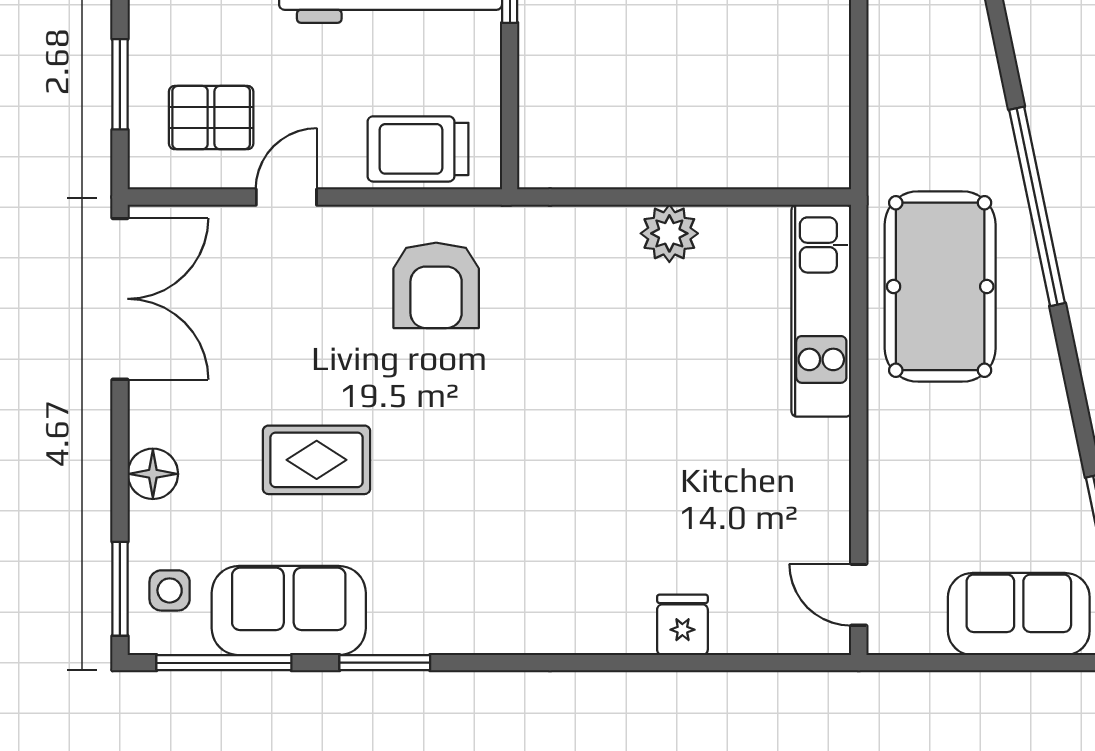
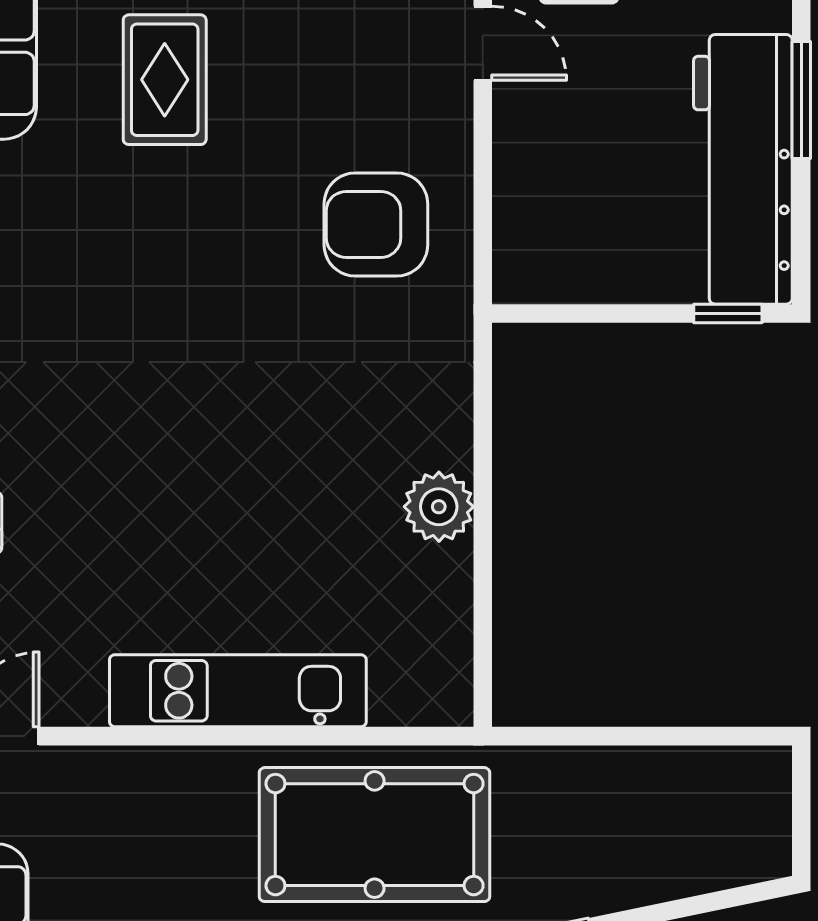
trolley: (418, 149) -> (541, 203), removed
kitchen unit: (821, 311) -> (238, 691), moved

